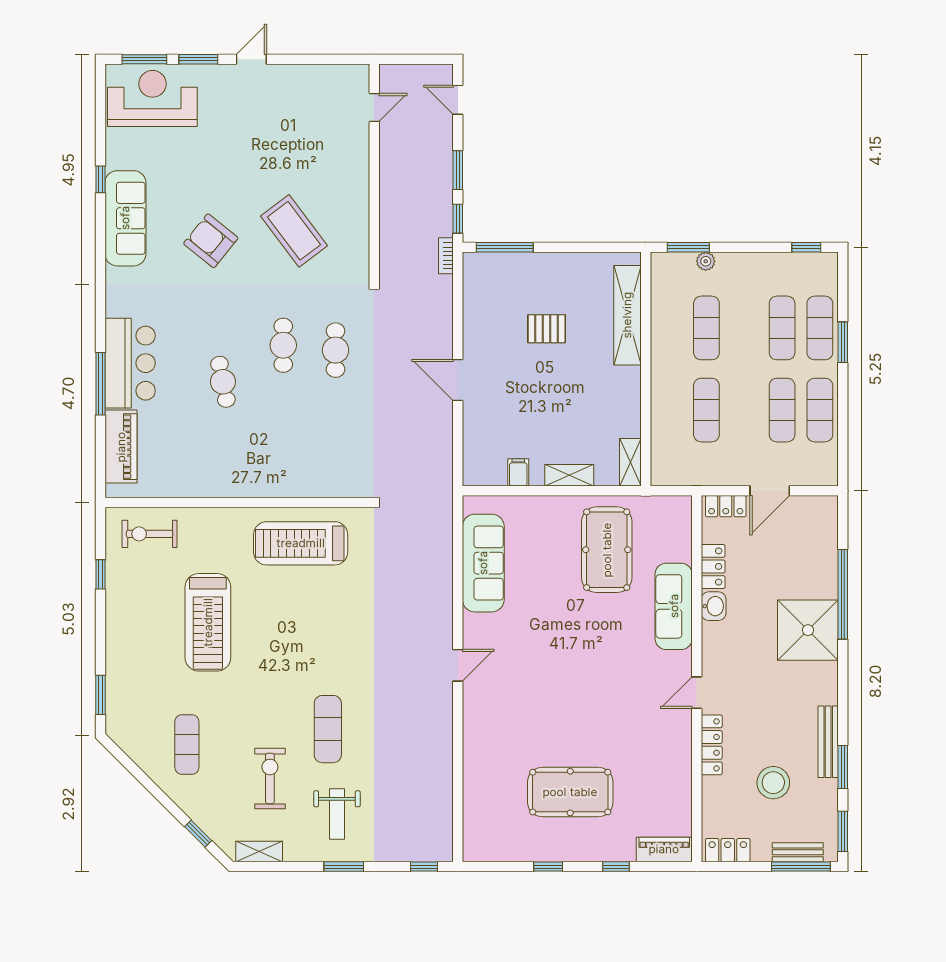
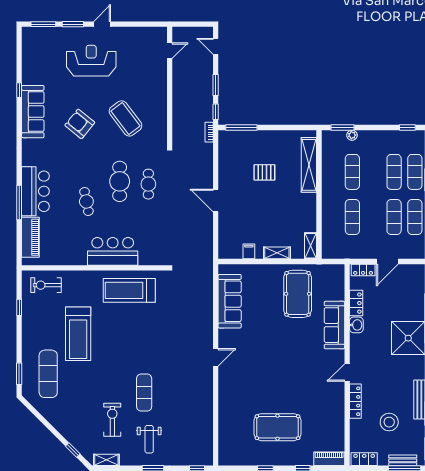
reception desk: (152, 98) -> (91, 61), moved
cafe table: (283, 345) -> (120, 181), width x1.37, depth x1.35
bar counter: (271, 472) -> (113, 251), added
exercise mat: (187, 744) -> (48, 374), moved, width x1.36, depth x1.45

